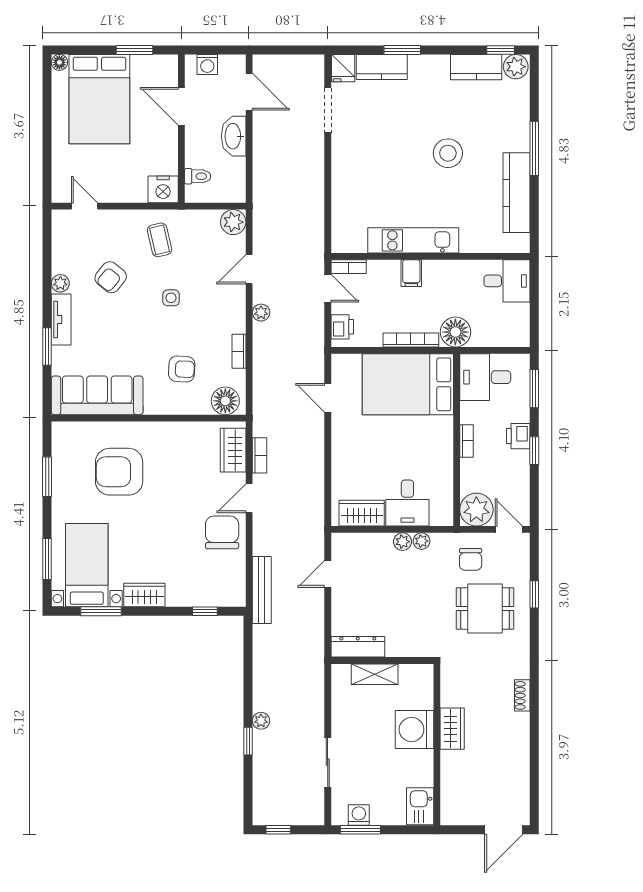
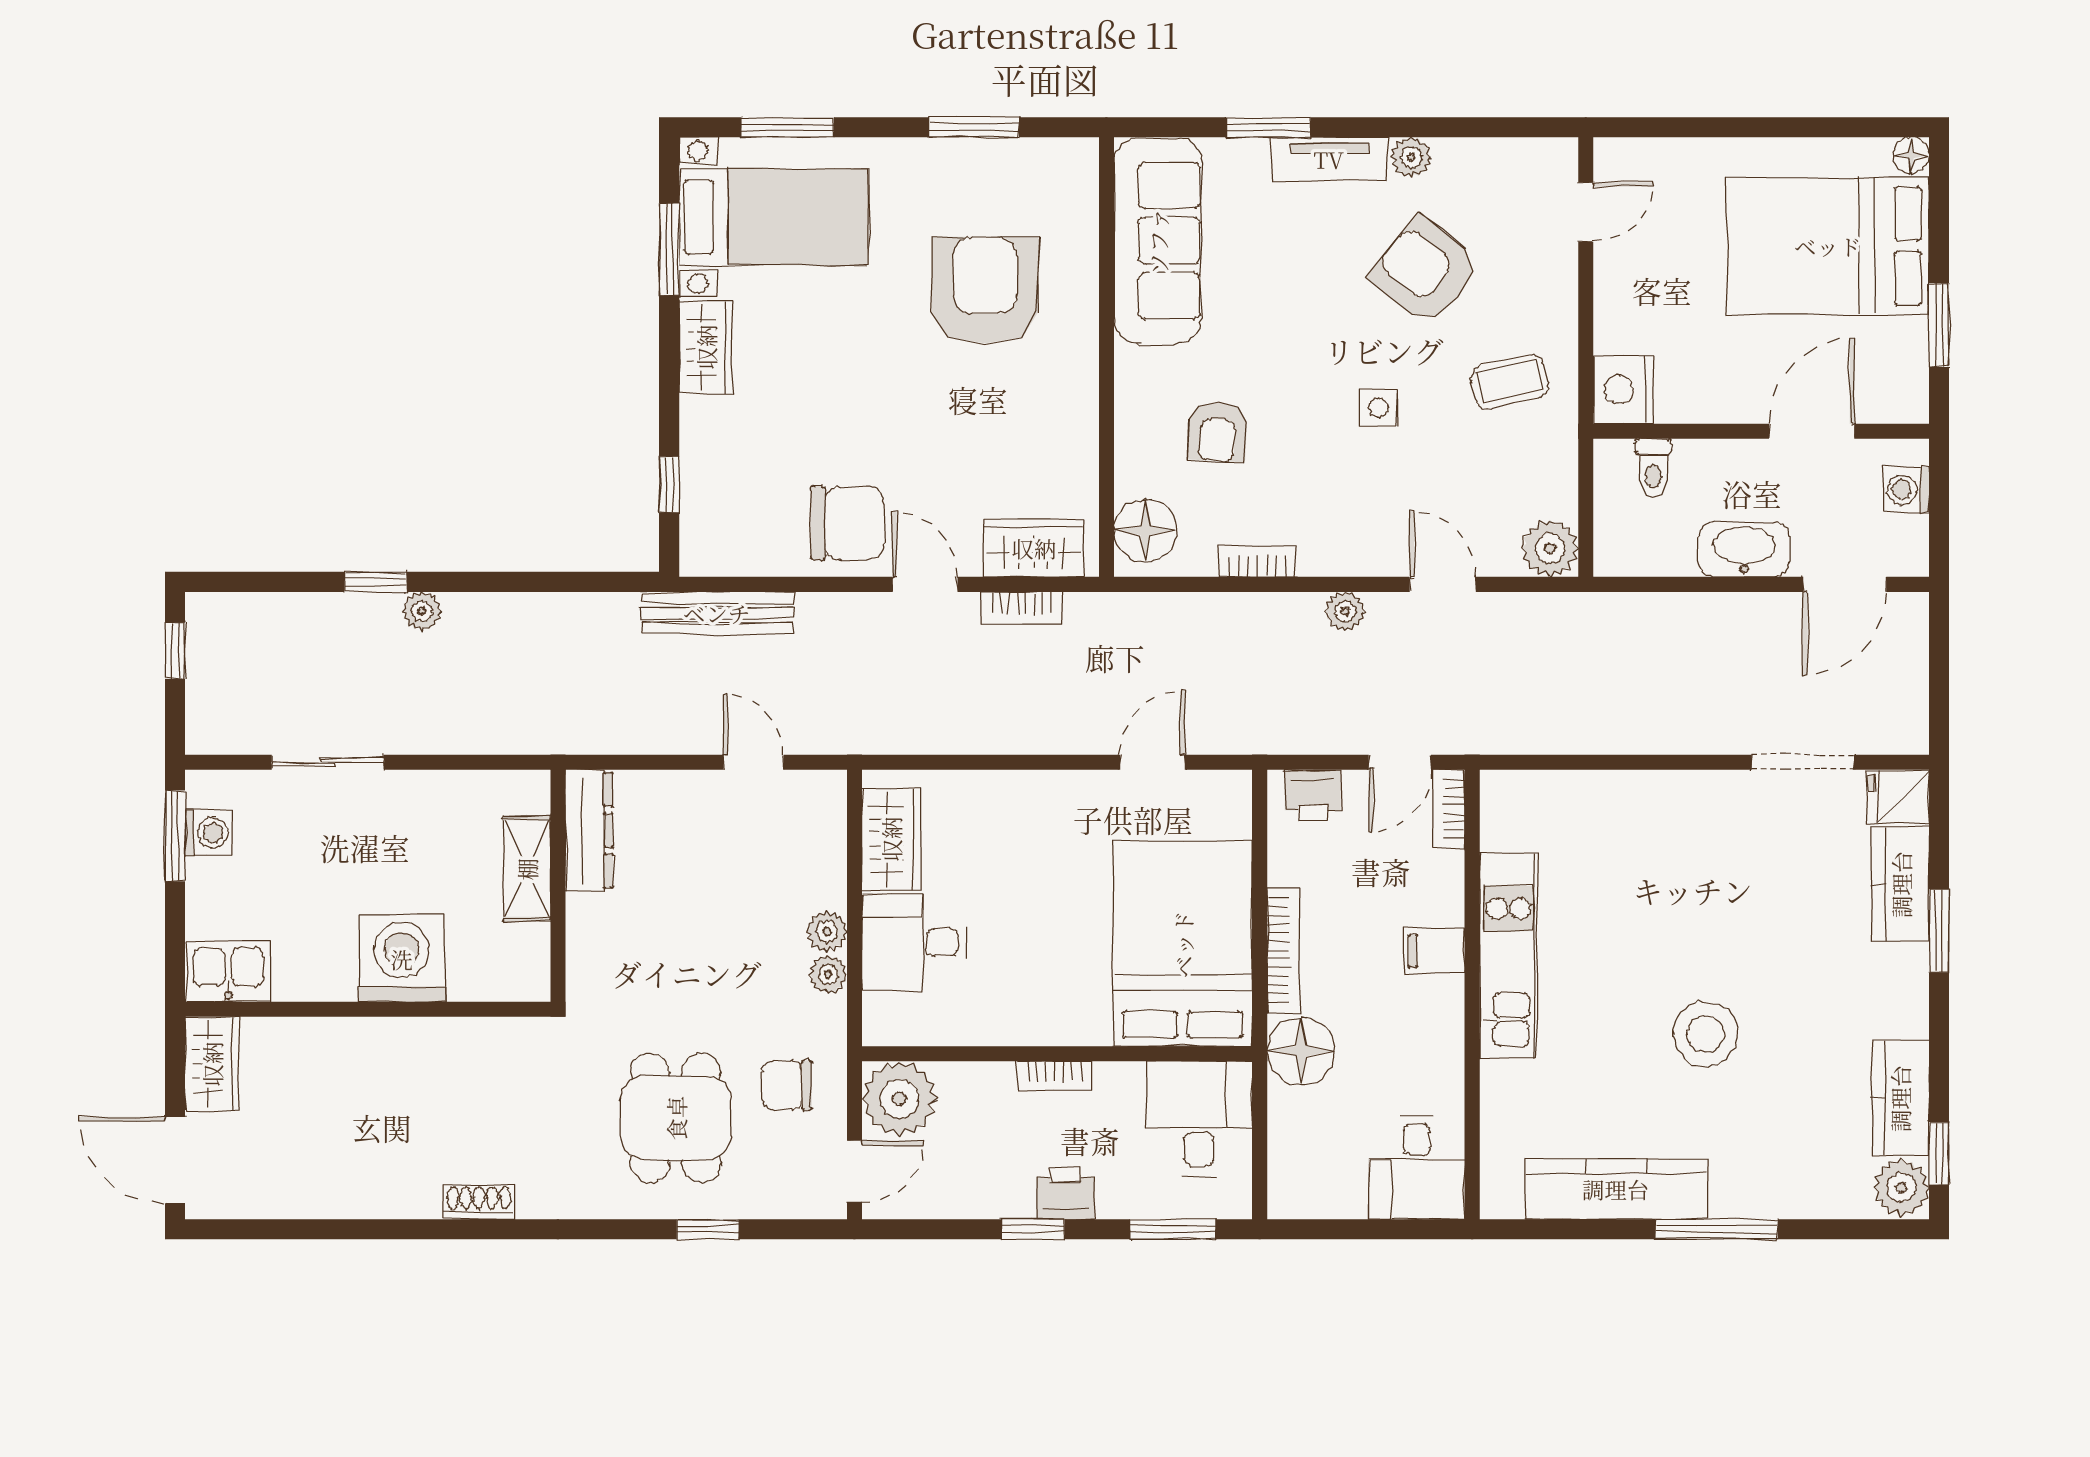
armchair: (111, 277) -> (1425, 271), width x1.38, depth x1.38
wardrobe: (452, 729) -> (212, 1064), moved, turned -90

